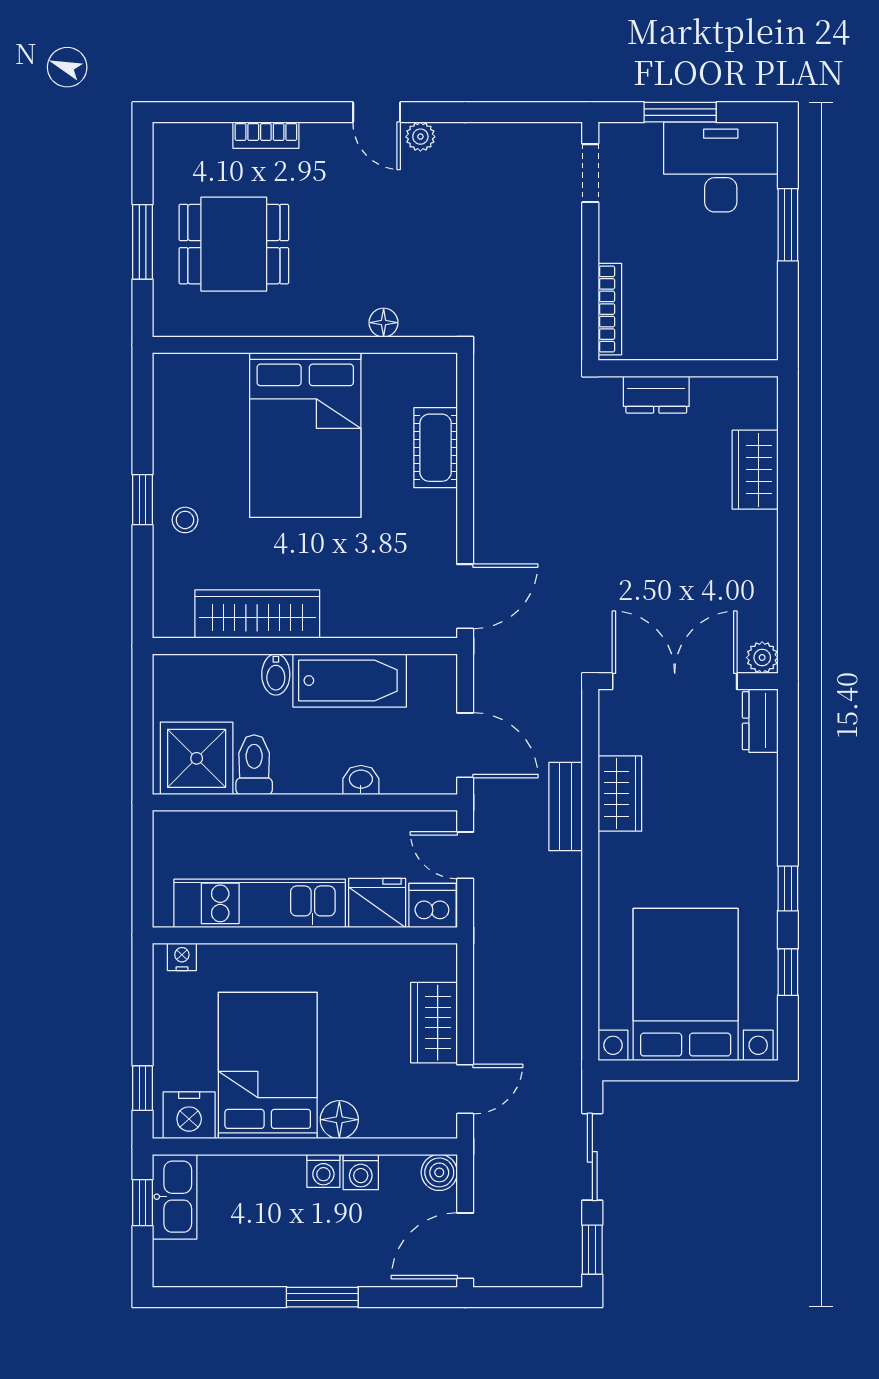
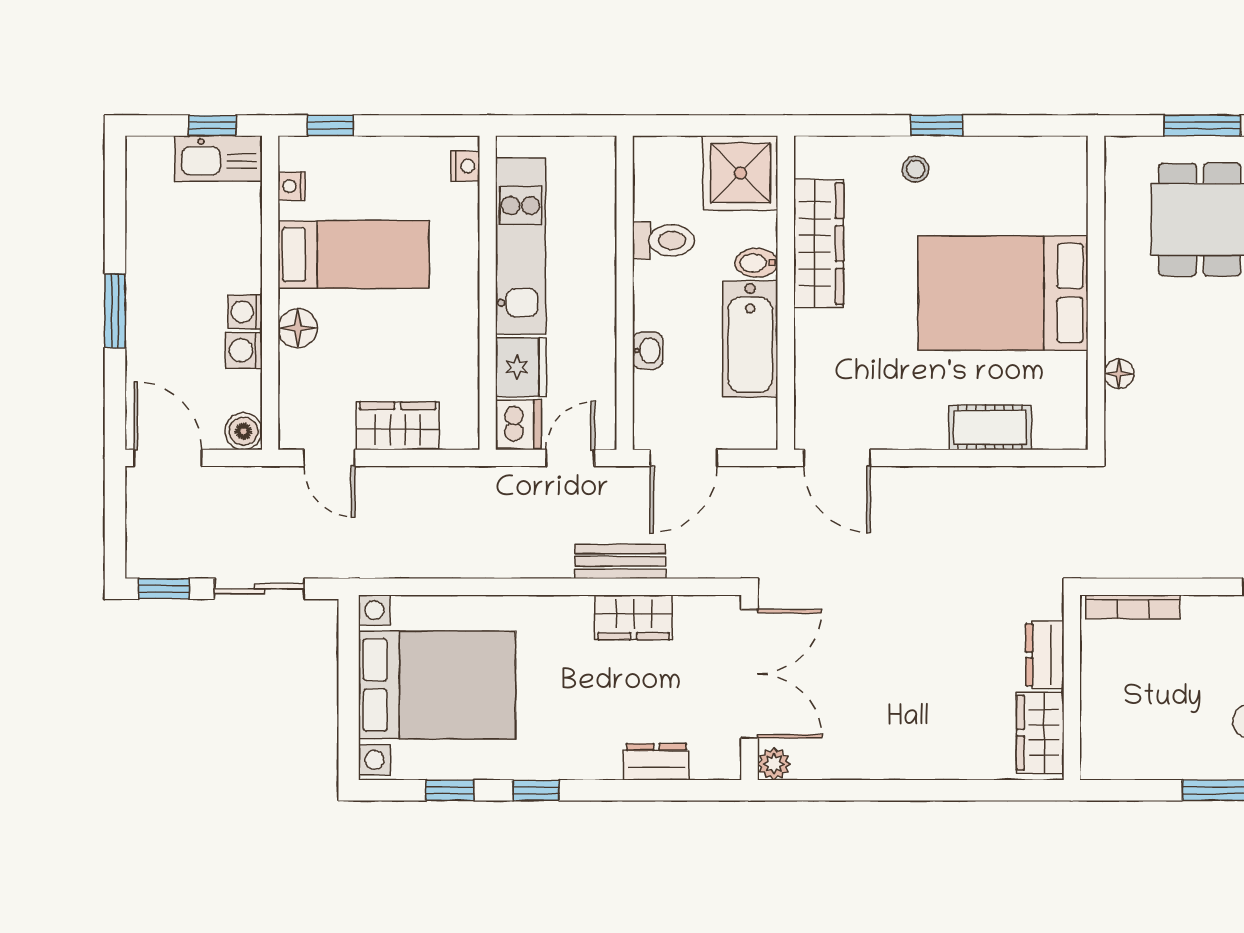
wardrobe: (755, 470) -> (1040, 733), moved, turned -90
dresser: (760, 721) -> (656, 762), moved
shower: (197, 758) -> (740, 173), moved
bed: (268, 1066) -> (354, 254), width x0.67
nightstand: (189, 1115) -> (292, 186), width x0.53, depth x0.56

